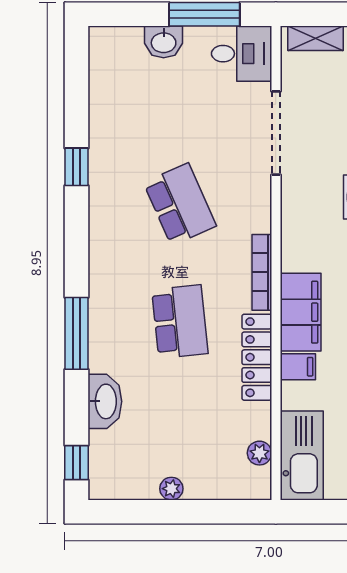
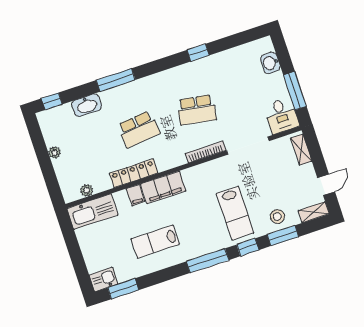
washbasin: (164, 42) -> (270, 63), moved
school desk: (180, 204) -> (197, 110), turned 33
bookcase: (262, 272) -> (206, 152), moved

